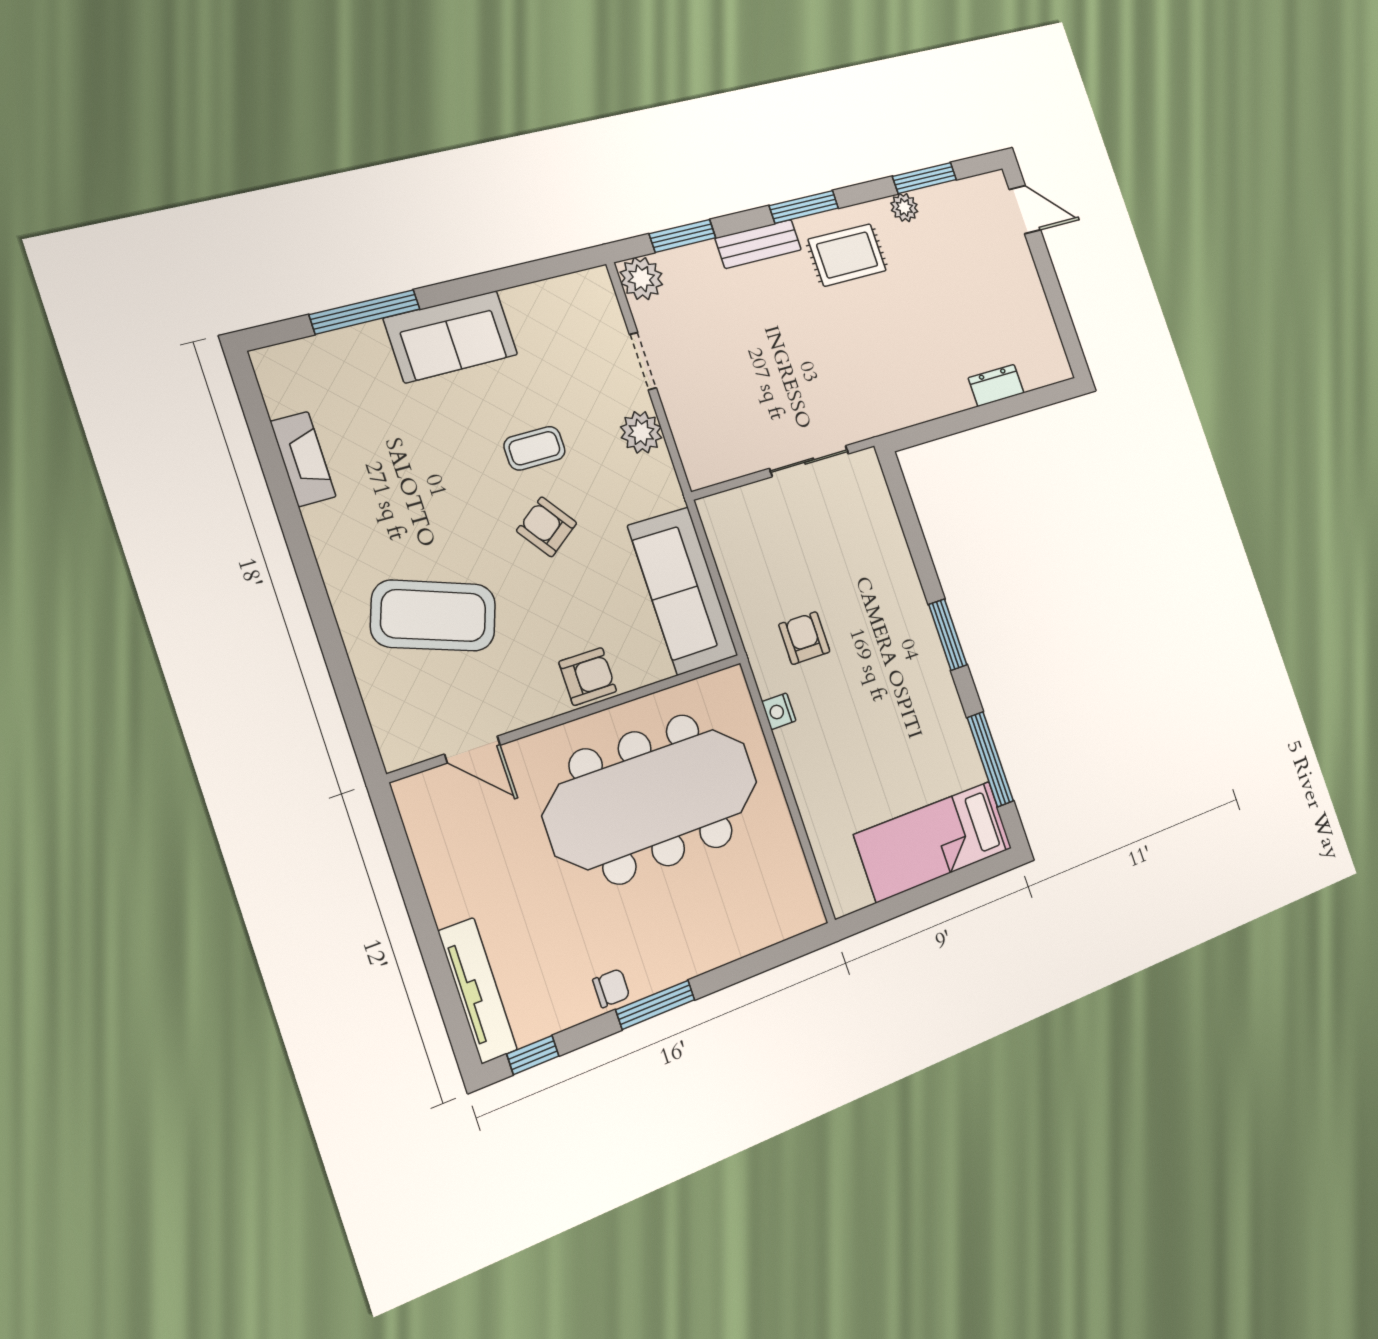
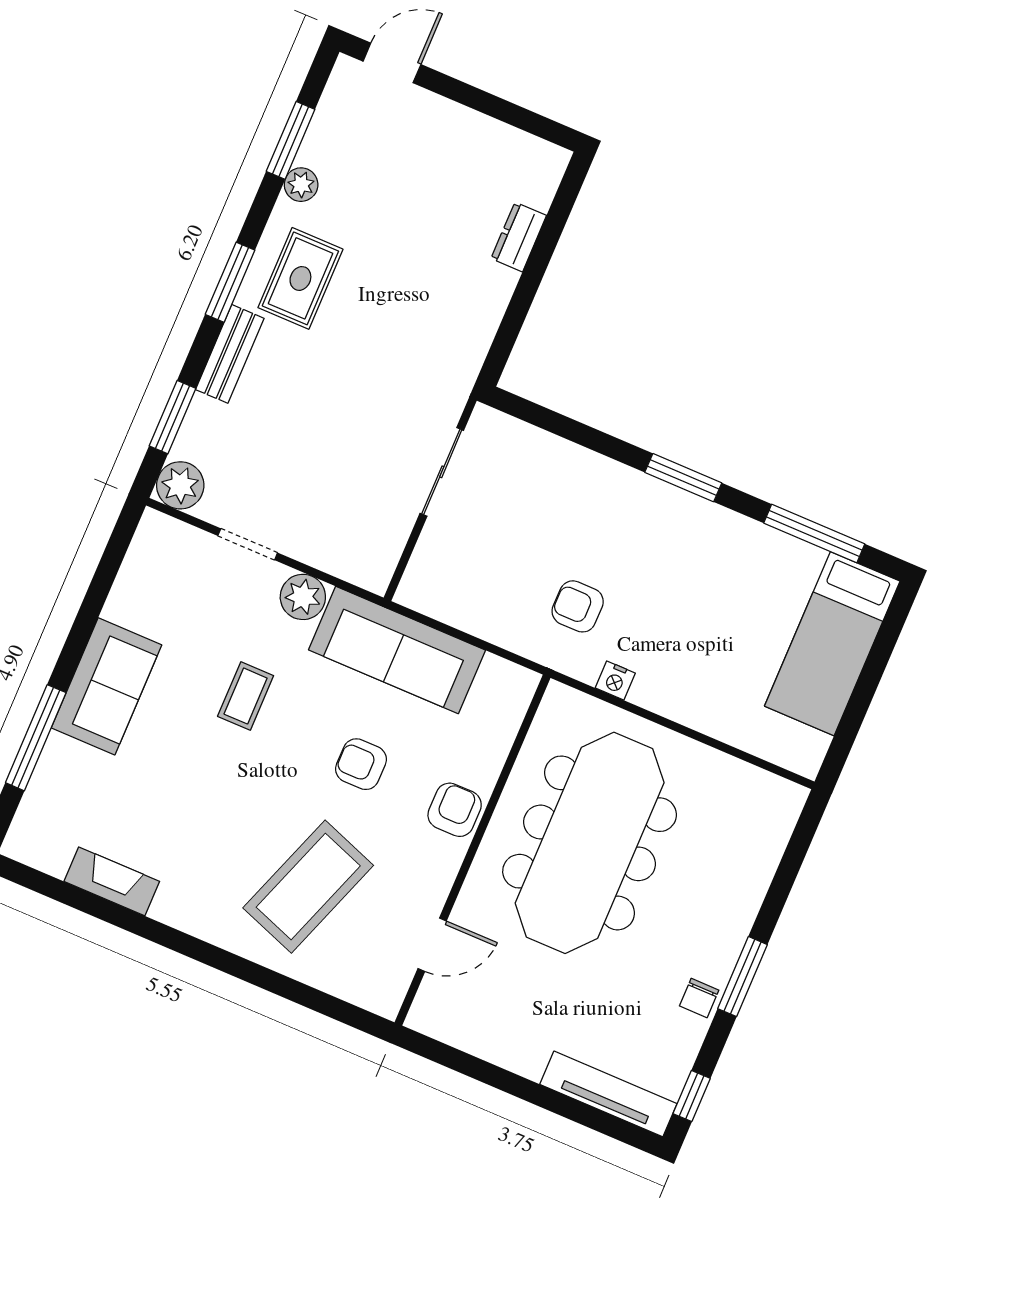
armchair: (547, 527) -> (361, 764), moved, turned 36
sofa: (683, 591) -> (397, 650), moved
chair: (611, 988) -> (699, 998), turned 180

